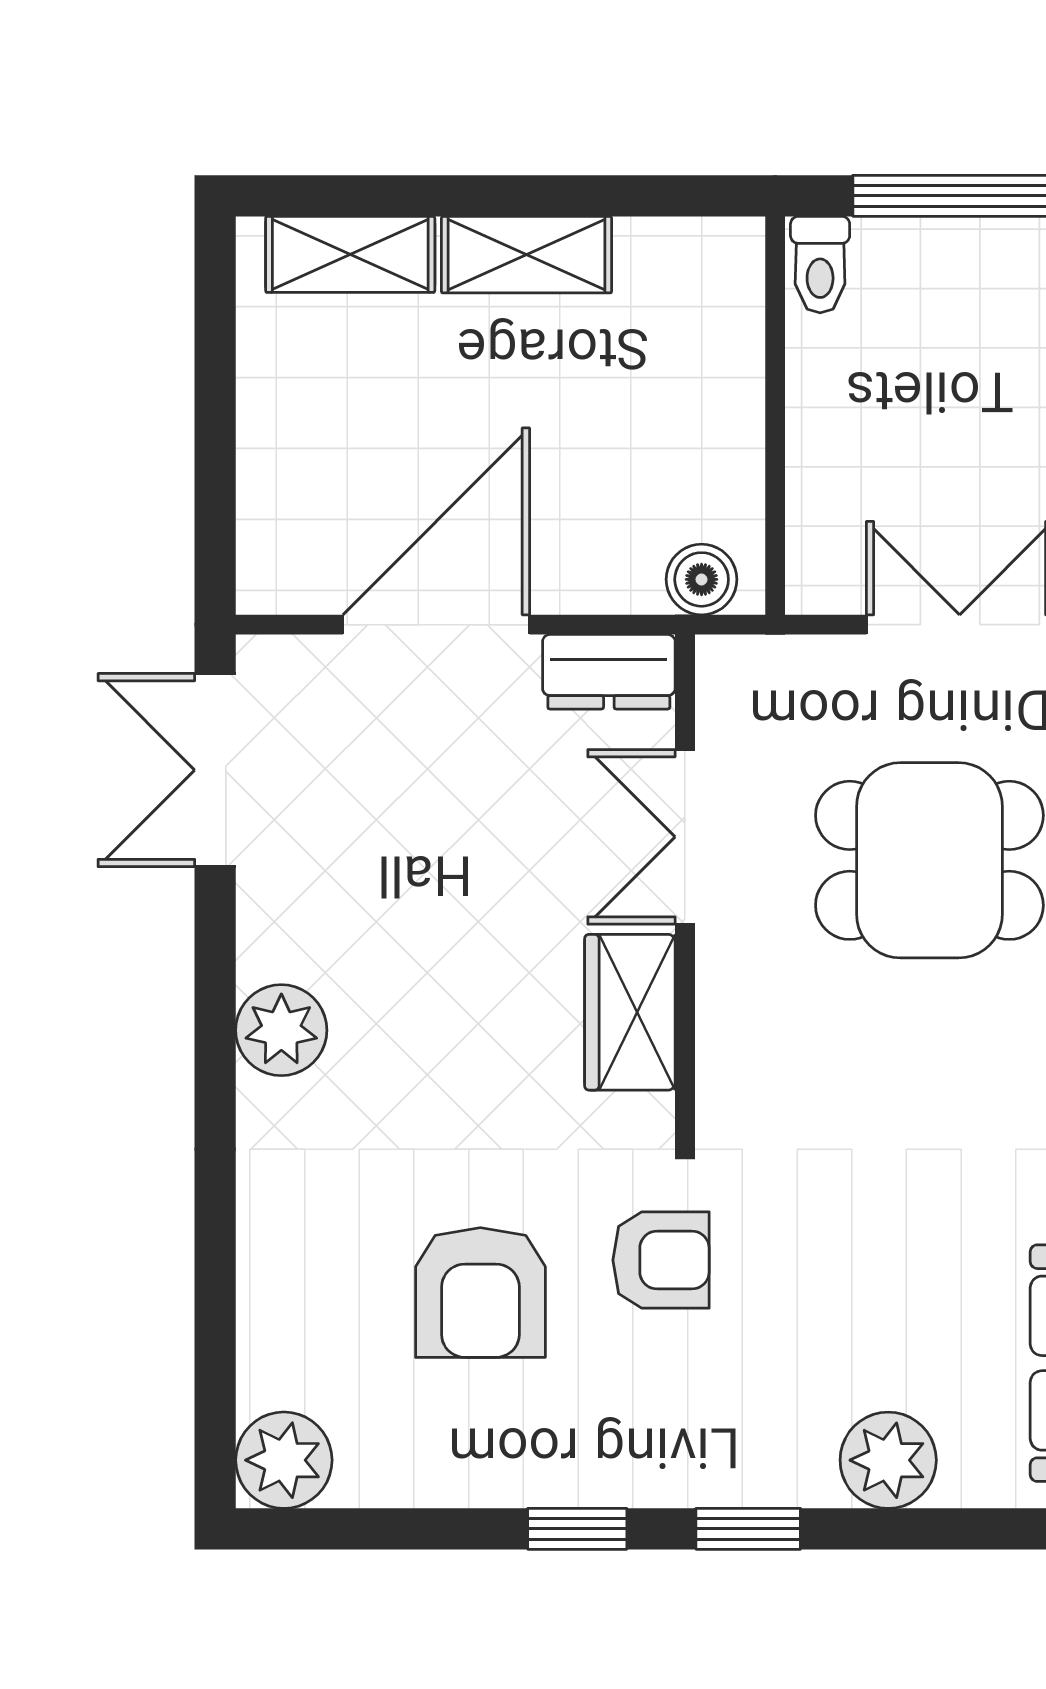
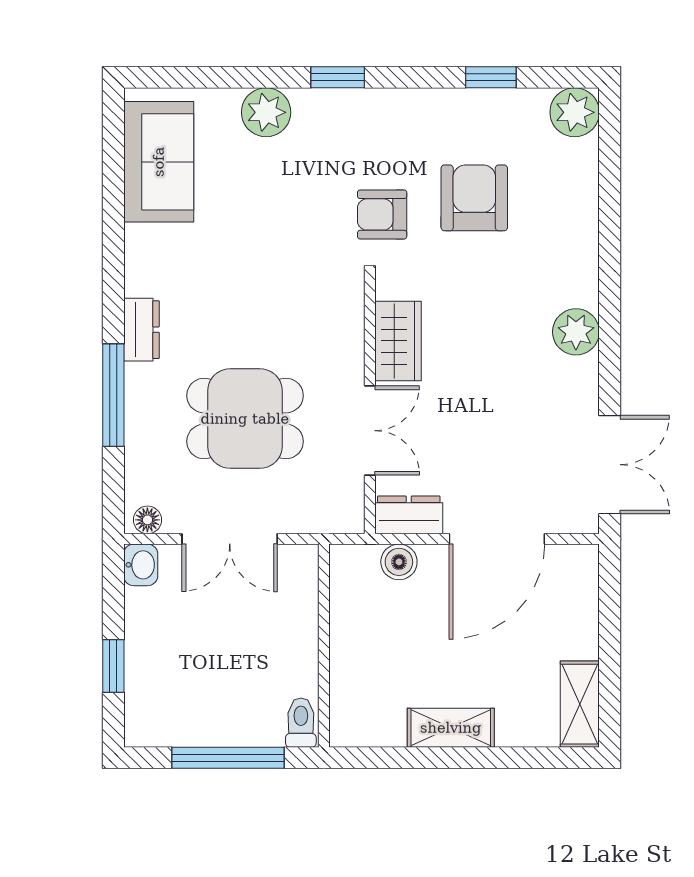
shelving: (350, 254) -> (580, 704), moved, turned 90
boiler: (702, 579) -> (399, 562), moved
window: (577, 1529) -> (491, 77), moved

